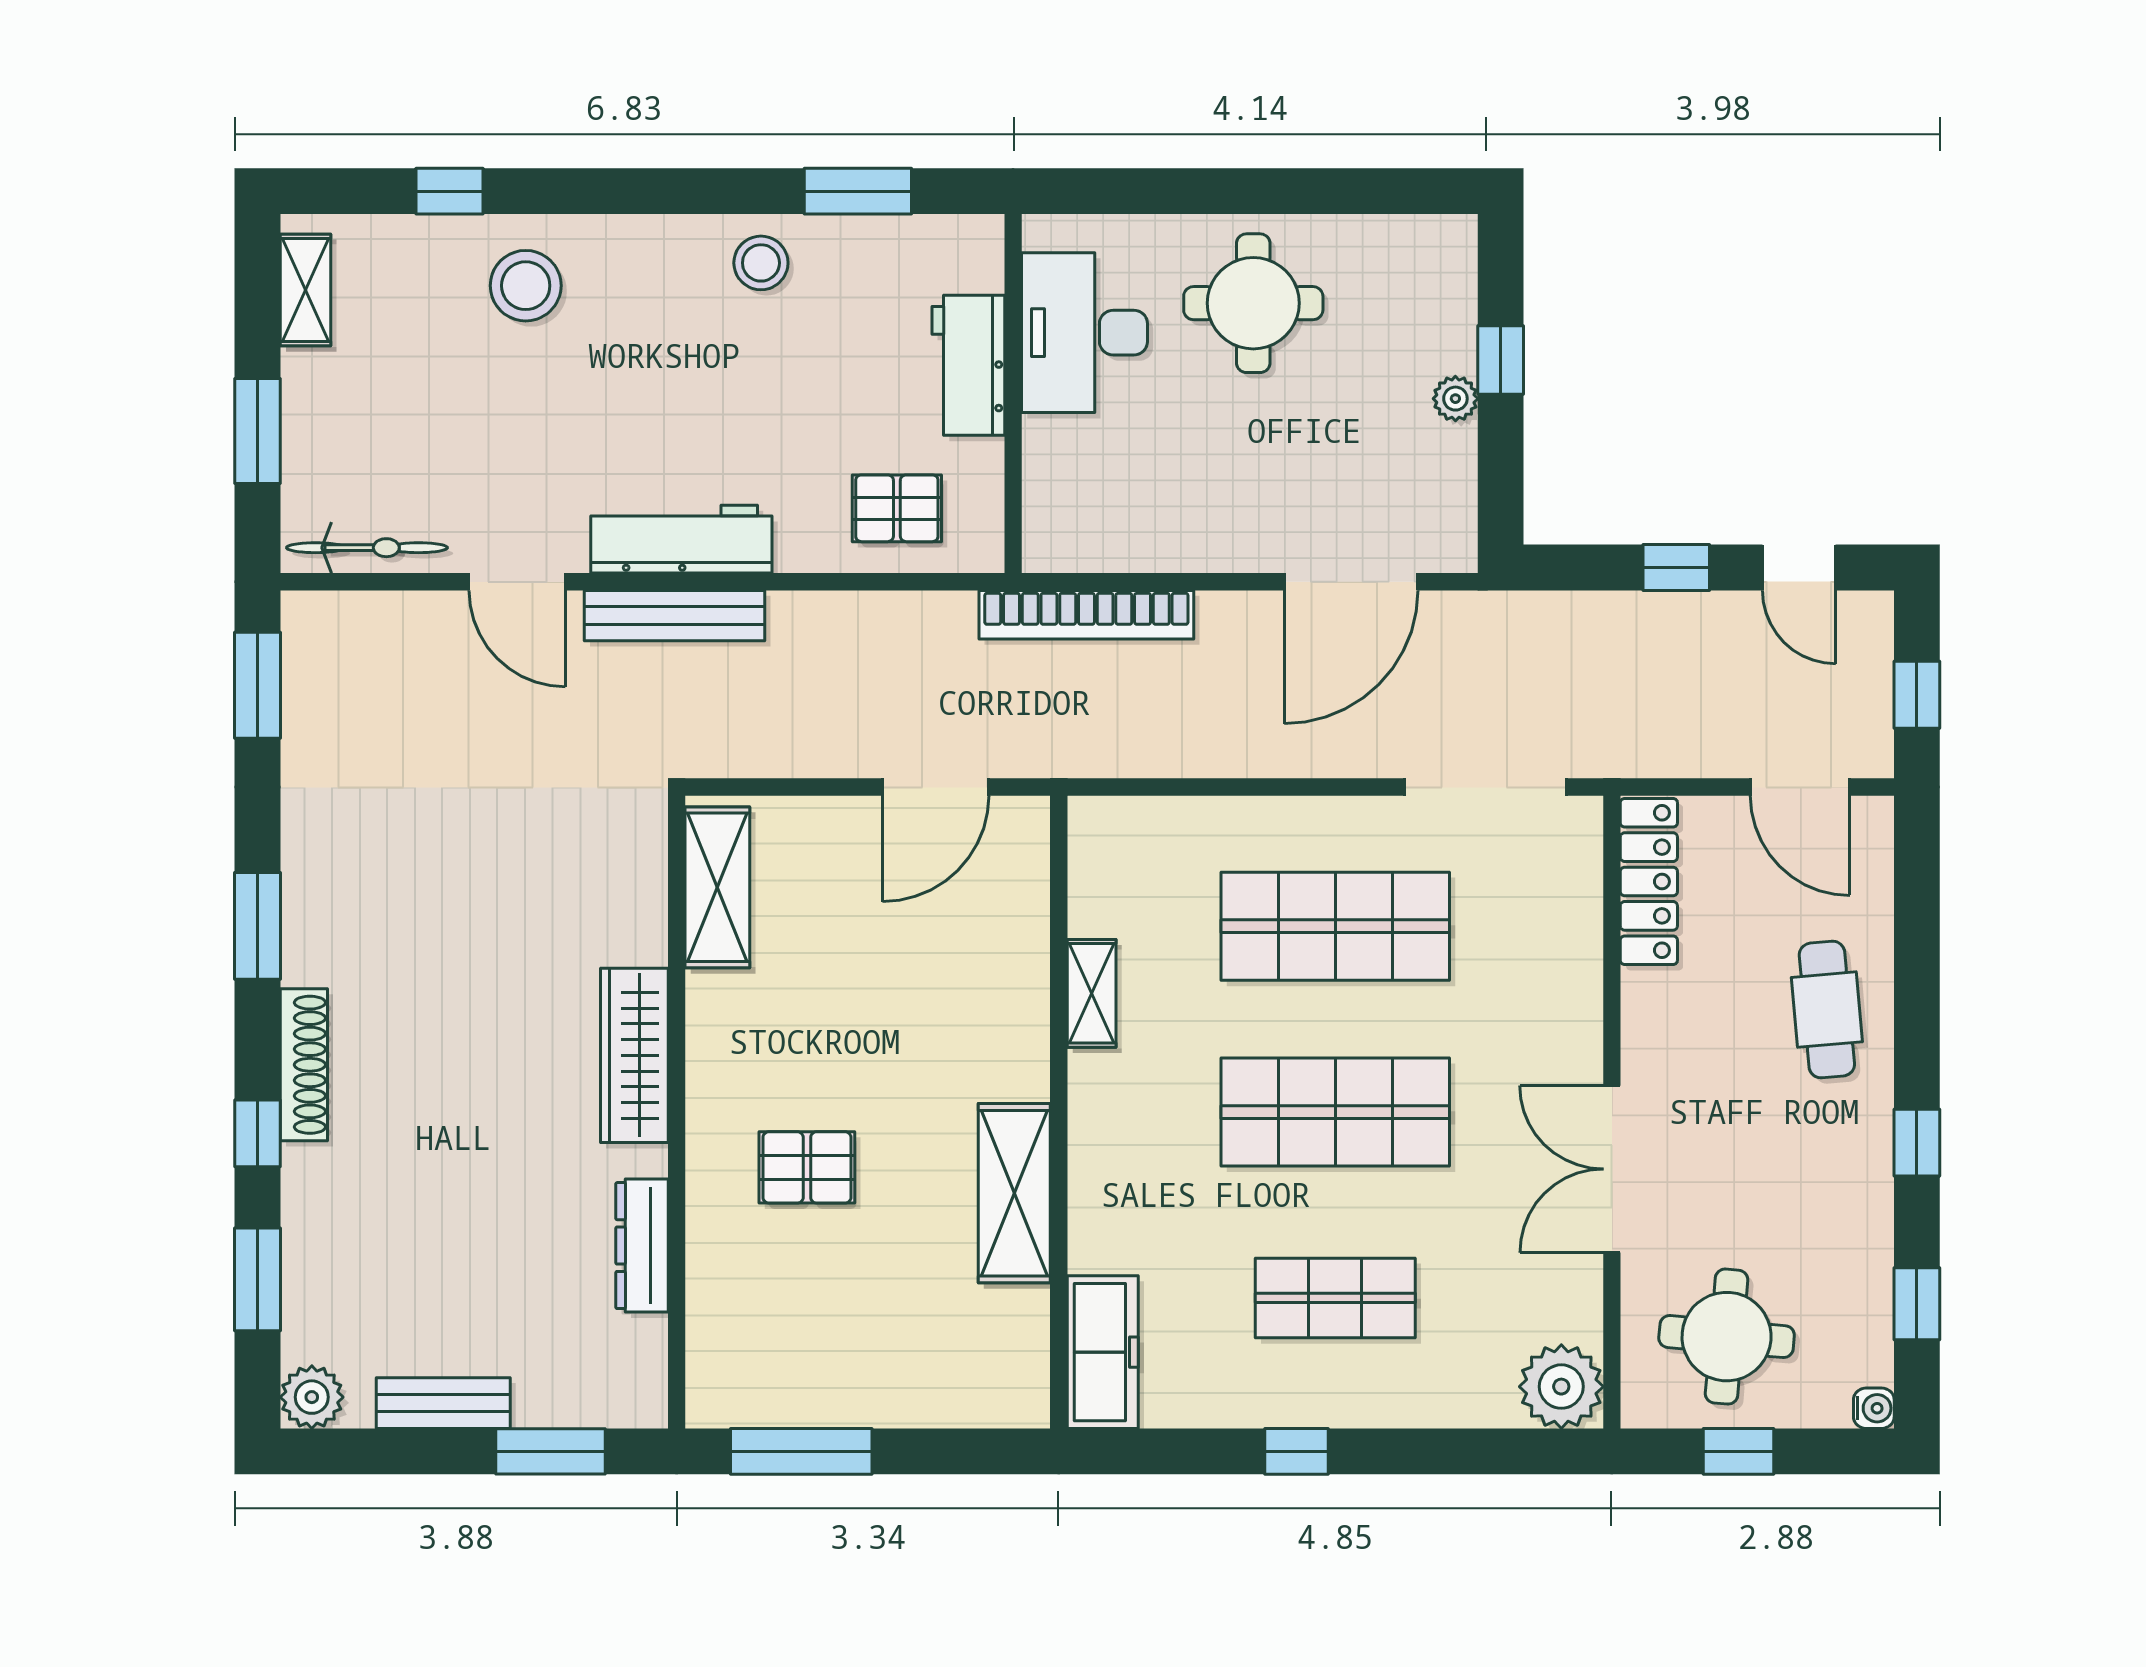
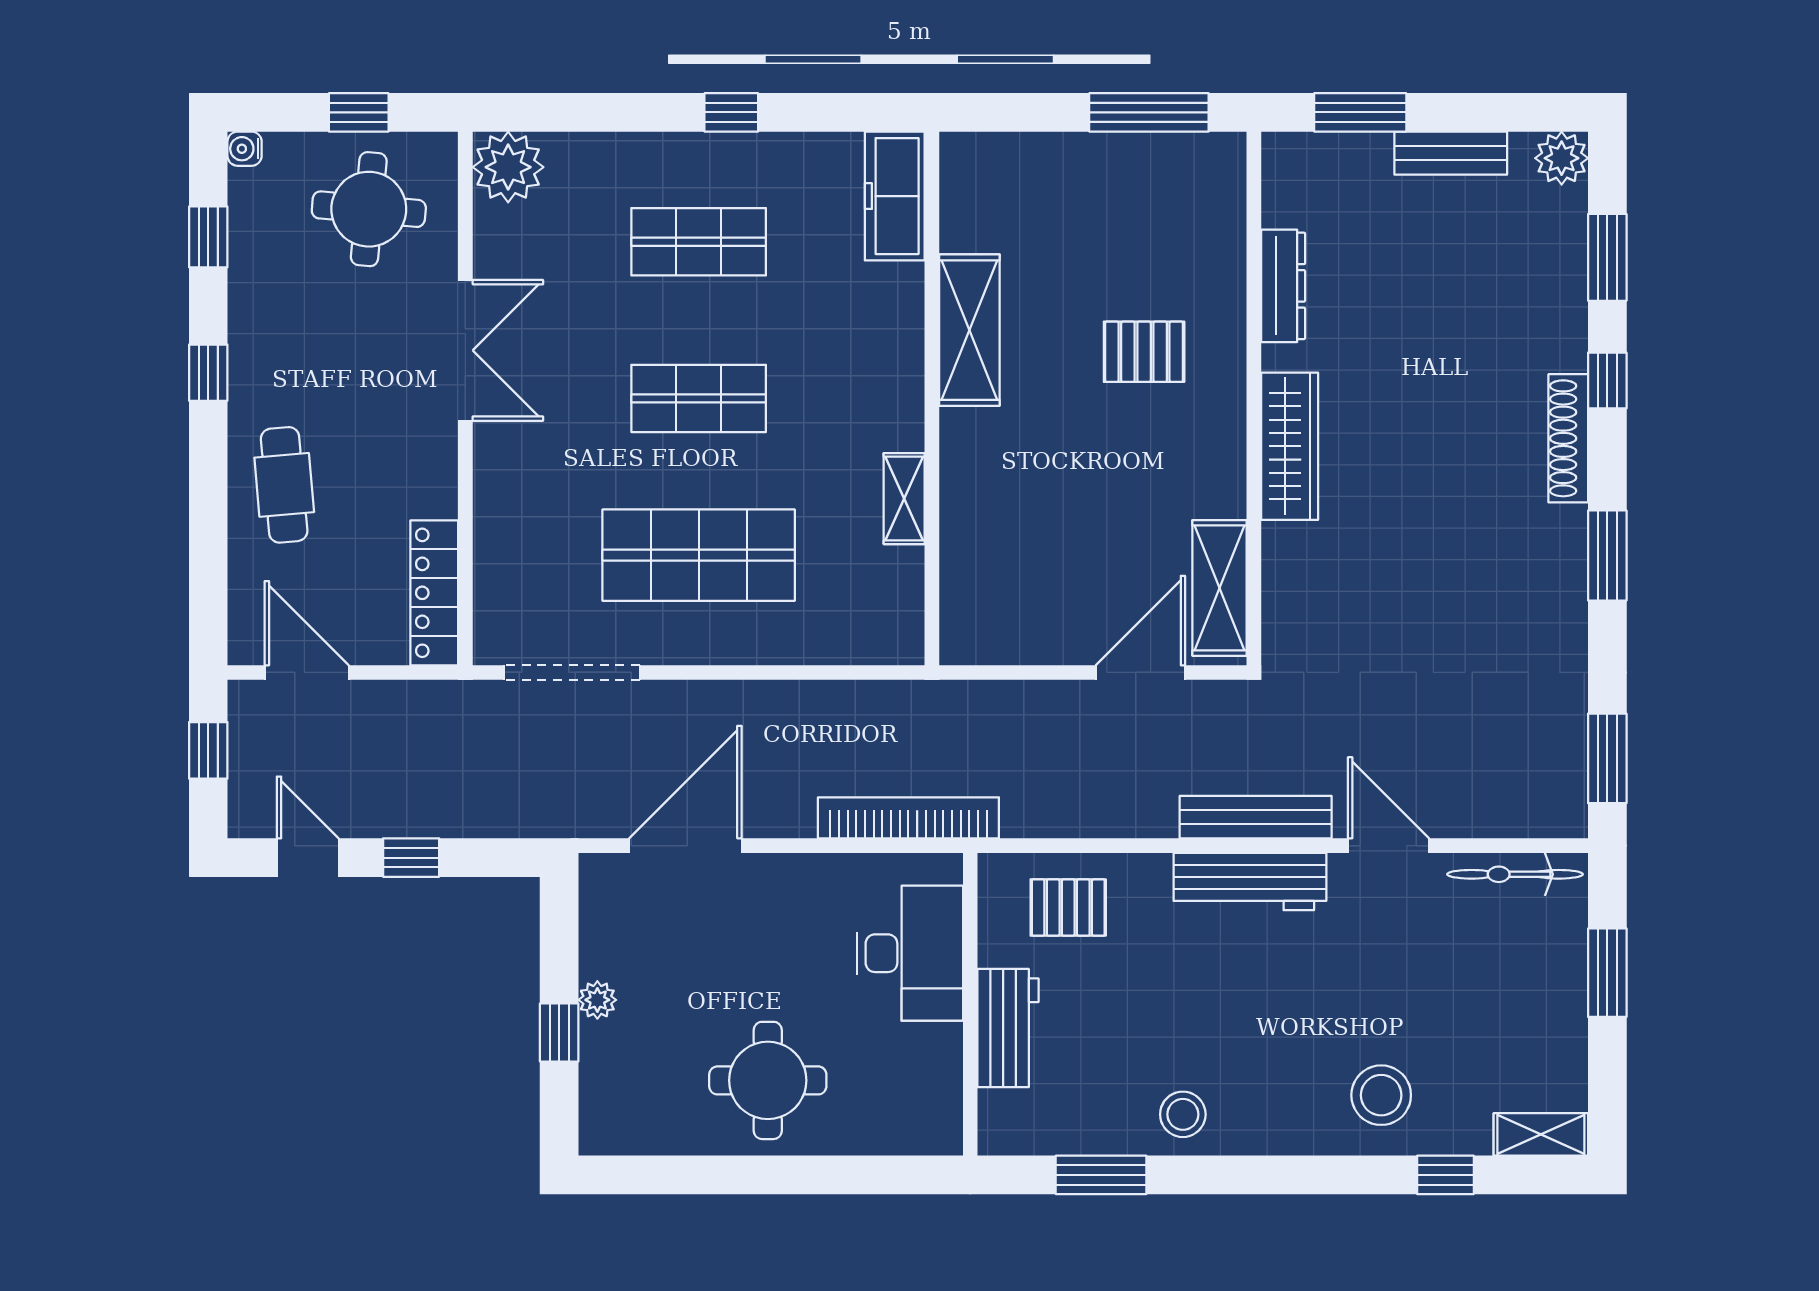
shelving: (305, 290) -> (1541, 1134), moved, turned 90
desk: (1084, 333) -> (910, 953), moved
door: (936, 787) -> (1140, 672), moved
shop shelf: (1335, 1112) -> (699, 398), width x0.70, depth x0.74

